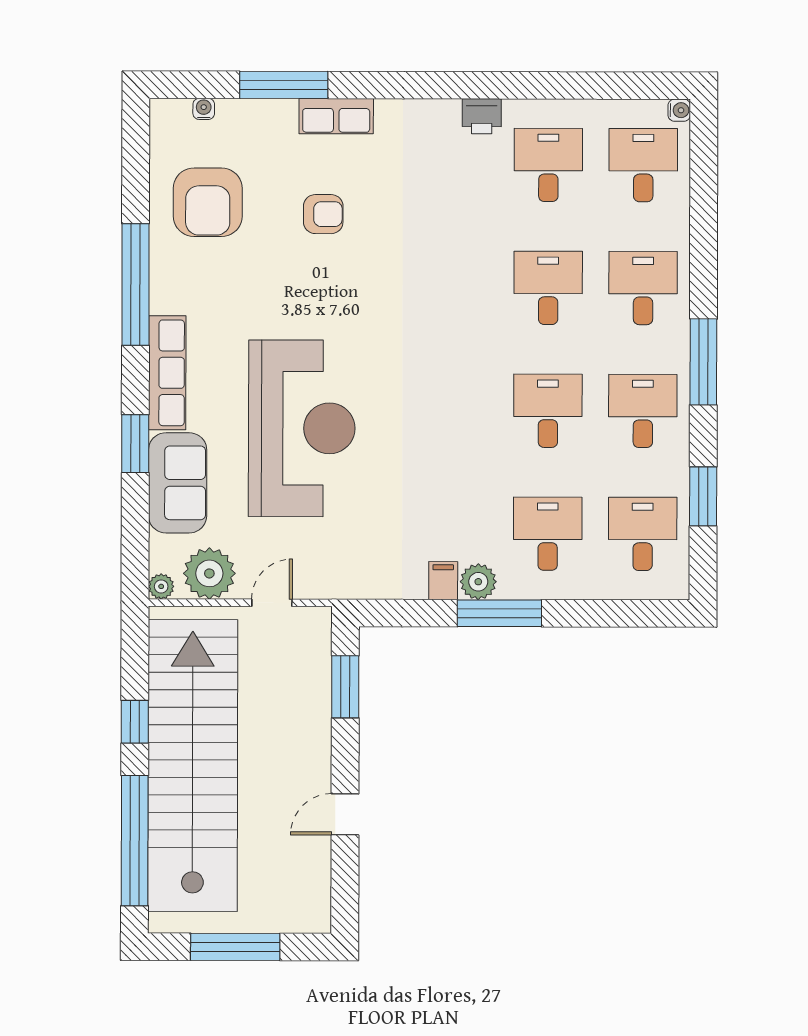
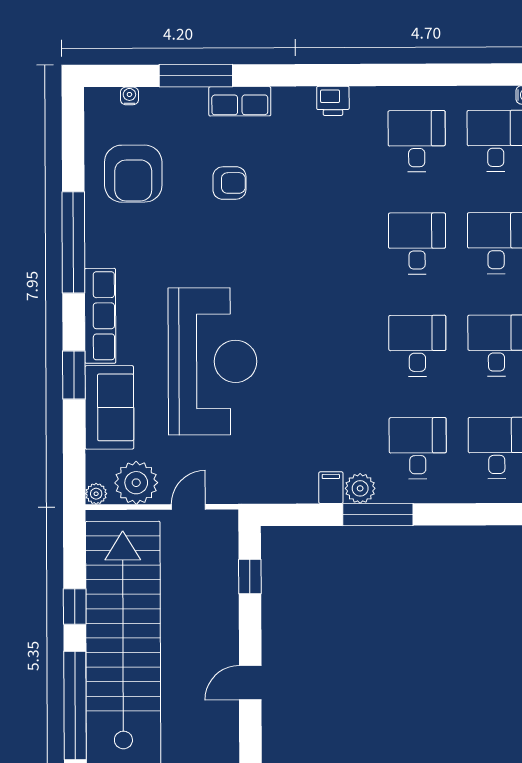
printer: (482, 116) -> (333, 101), moved
window: (345, 687) -> (250, 576), width x0.67

